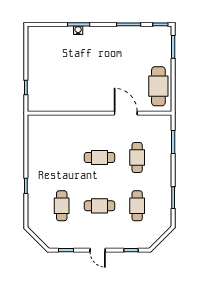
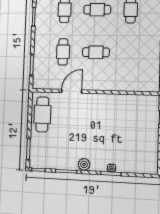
plant: (109, 33) -> (84, 164), added
door: (126, 113) -> (72, 91), swing flipped

